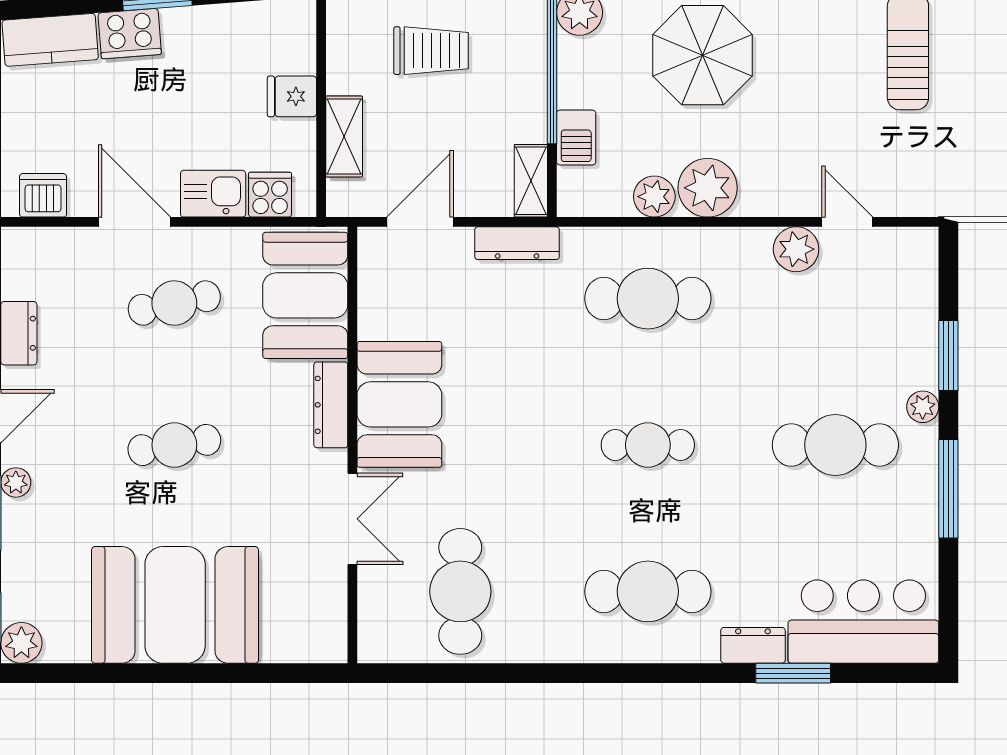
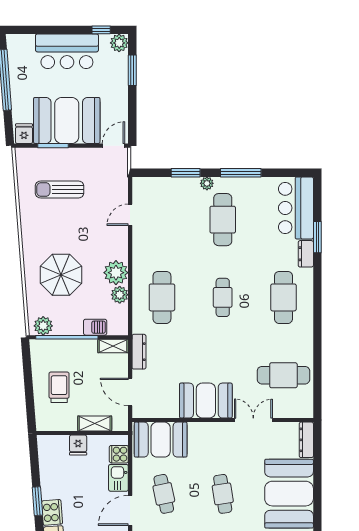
plant: (796, 249) -> (141, 236), removed
dresser: (331, 405) -> (306, 440), moved, turned 90

